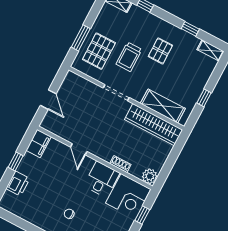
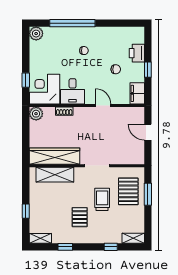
window: (204, 98) -> (26, 211), moved
chair: (47, 179) -> (116, 69), added

